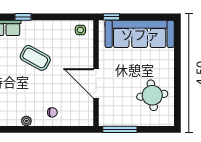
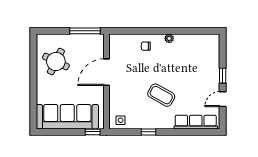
window: (23, 17) -> (149, 132), moved
door: (96, 83) -> (106, 72), swing flipped
round table: (152, 95) -> (56, 61), turned 33

